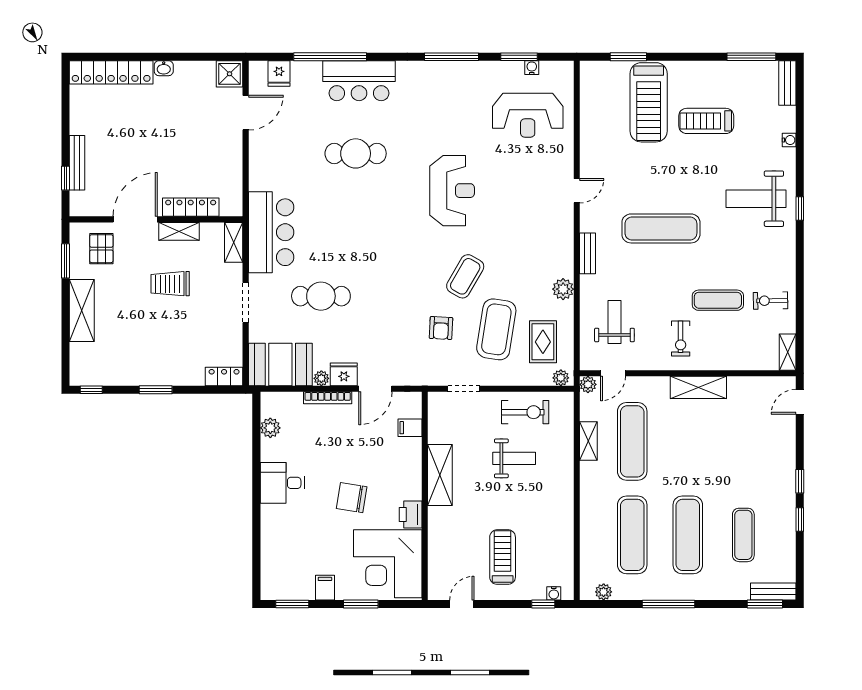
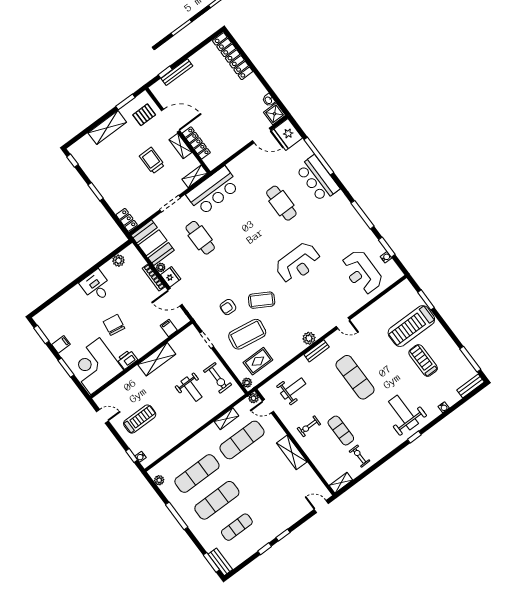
washbasin: (164, 68) -> (269, 100), moved
fridge: (279, 74) -> (287, 134), width x1.88, depth x1.34
plant: (563, 289) -> (309, 338), moved

